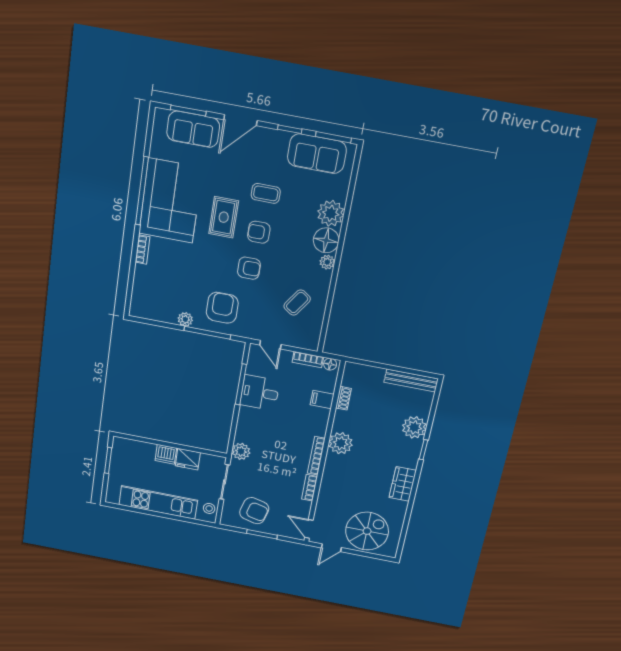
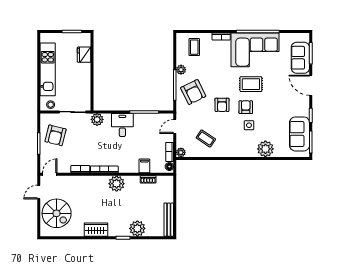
coffee table: (266, 193) -> (194, 47), moved
side table: (288, 232) -> (249, 125), added
floor lamp: (326, 240) -> (248, 149), removed
plant: (327, 262) -> (181, 152), moved
armchair: (222, 308) -> (193, 92), turned 64
desk: (260, 393) -> (122, 125), moved
dishwasher: (166, 454) -> (85, 70), removed
fridge: (188, 459) -> (84, 55), moved
door: (331, 548) -> (39, 192), hinge flipped

